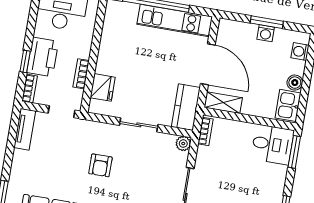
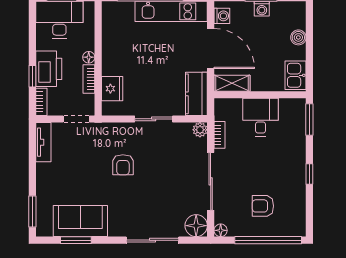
washing machine: (300, 51) -> (222, 16), moved, turned 180
floor lamp: (85, 52) -> (89, 57), added
boiler: (295, 83) -> (298, 37), moved
bookcase: (205, 131) -> (220, 135), moved
desk: (272, 145) -> (260, 117), moved, turned -90

